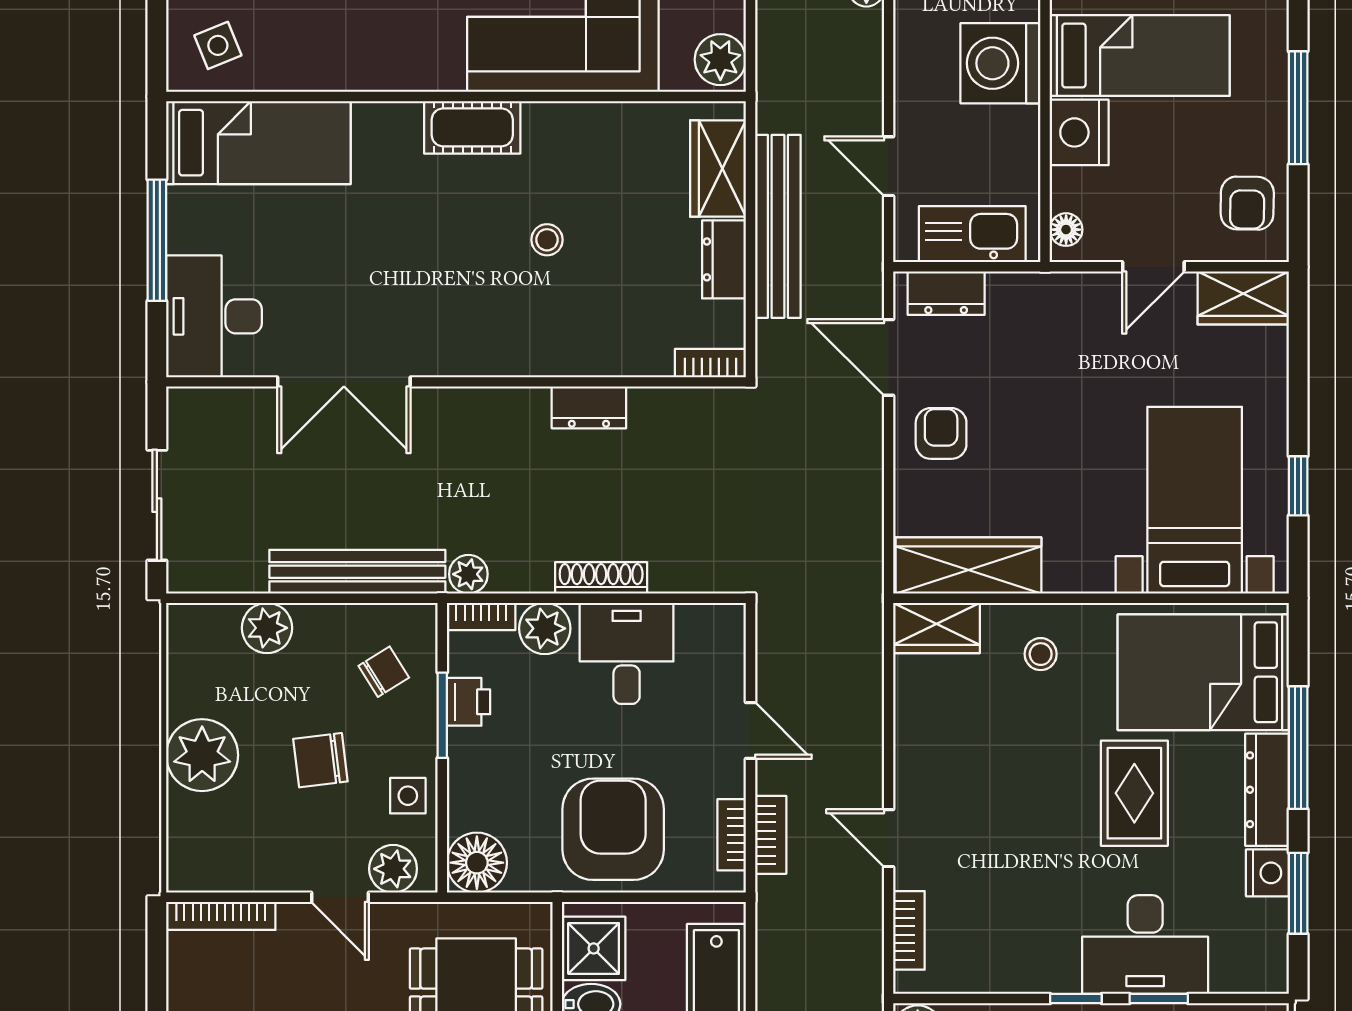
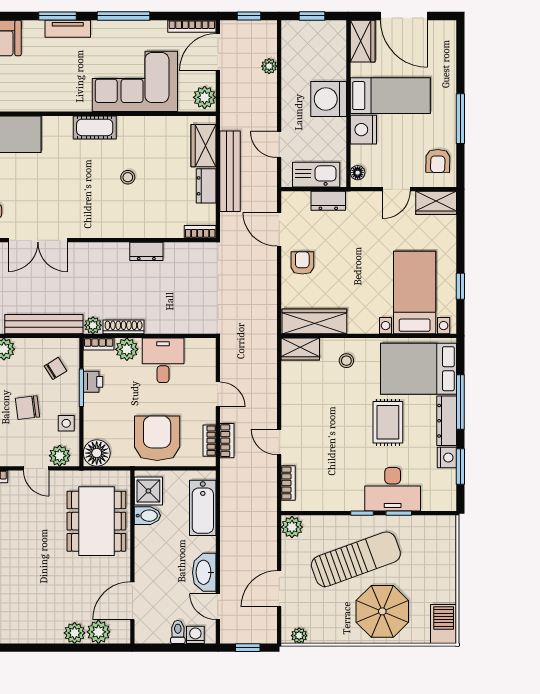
dresser: (946, 293) -> (328, 201), moved
shoe rack: (601, 578) -> (124, 327), moved

